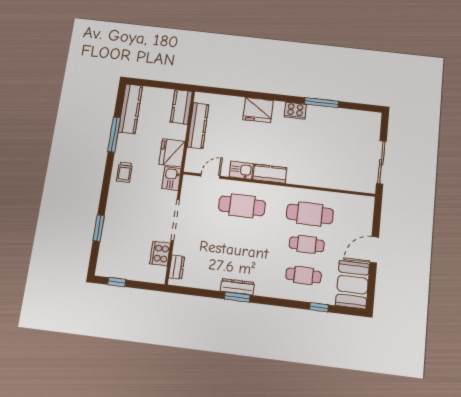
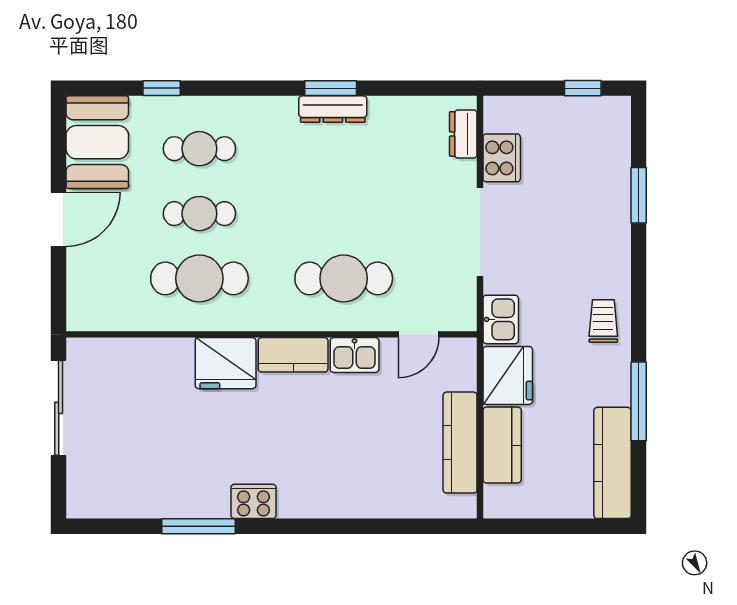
kitchen counter: (181, 107) -> (502, 445), moved
fridge: (258, 110) -> (226, 363), moved, turned 180

